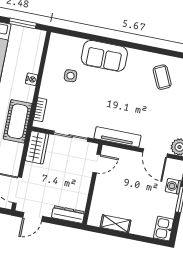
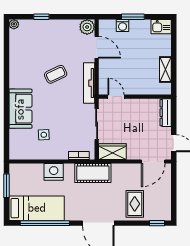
coffee table: (162, 77) -> (56, 74), moved
nightstand: (32, 79) -> (54, 172), width x1.89, depth x1.79
door: (155, 153) -> (97, 47), hinge flipped

